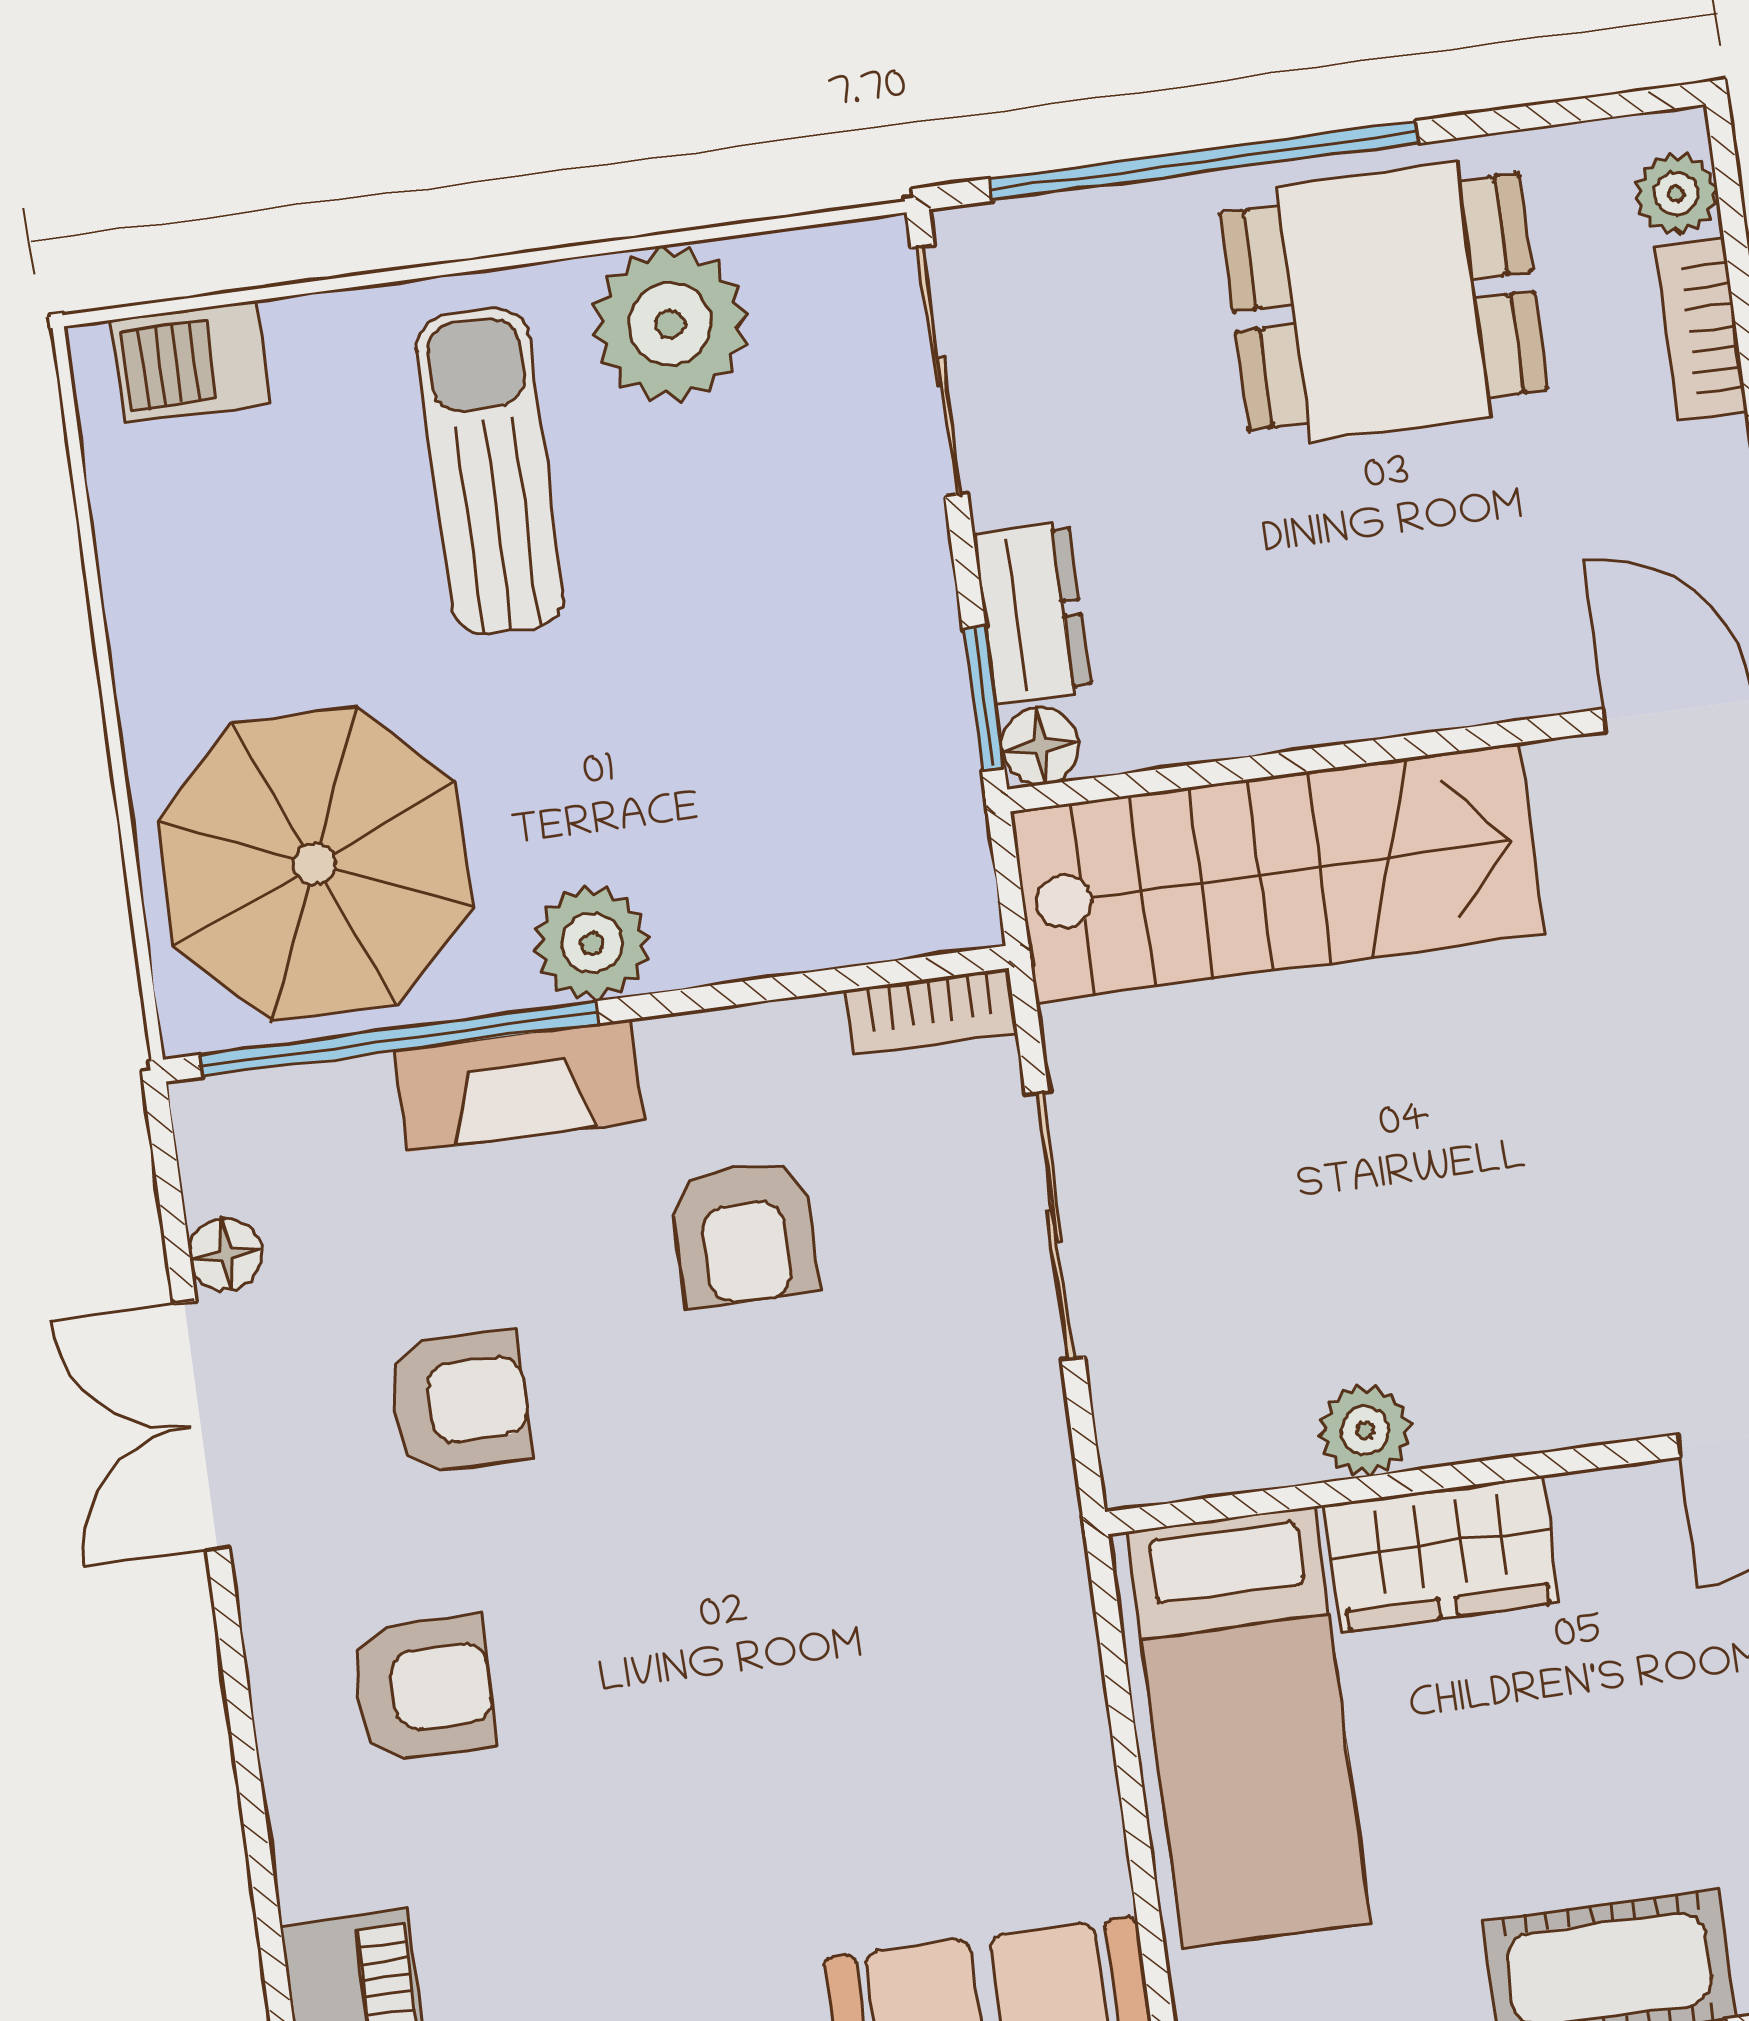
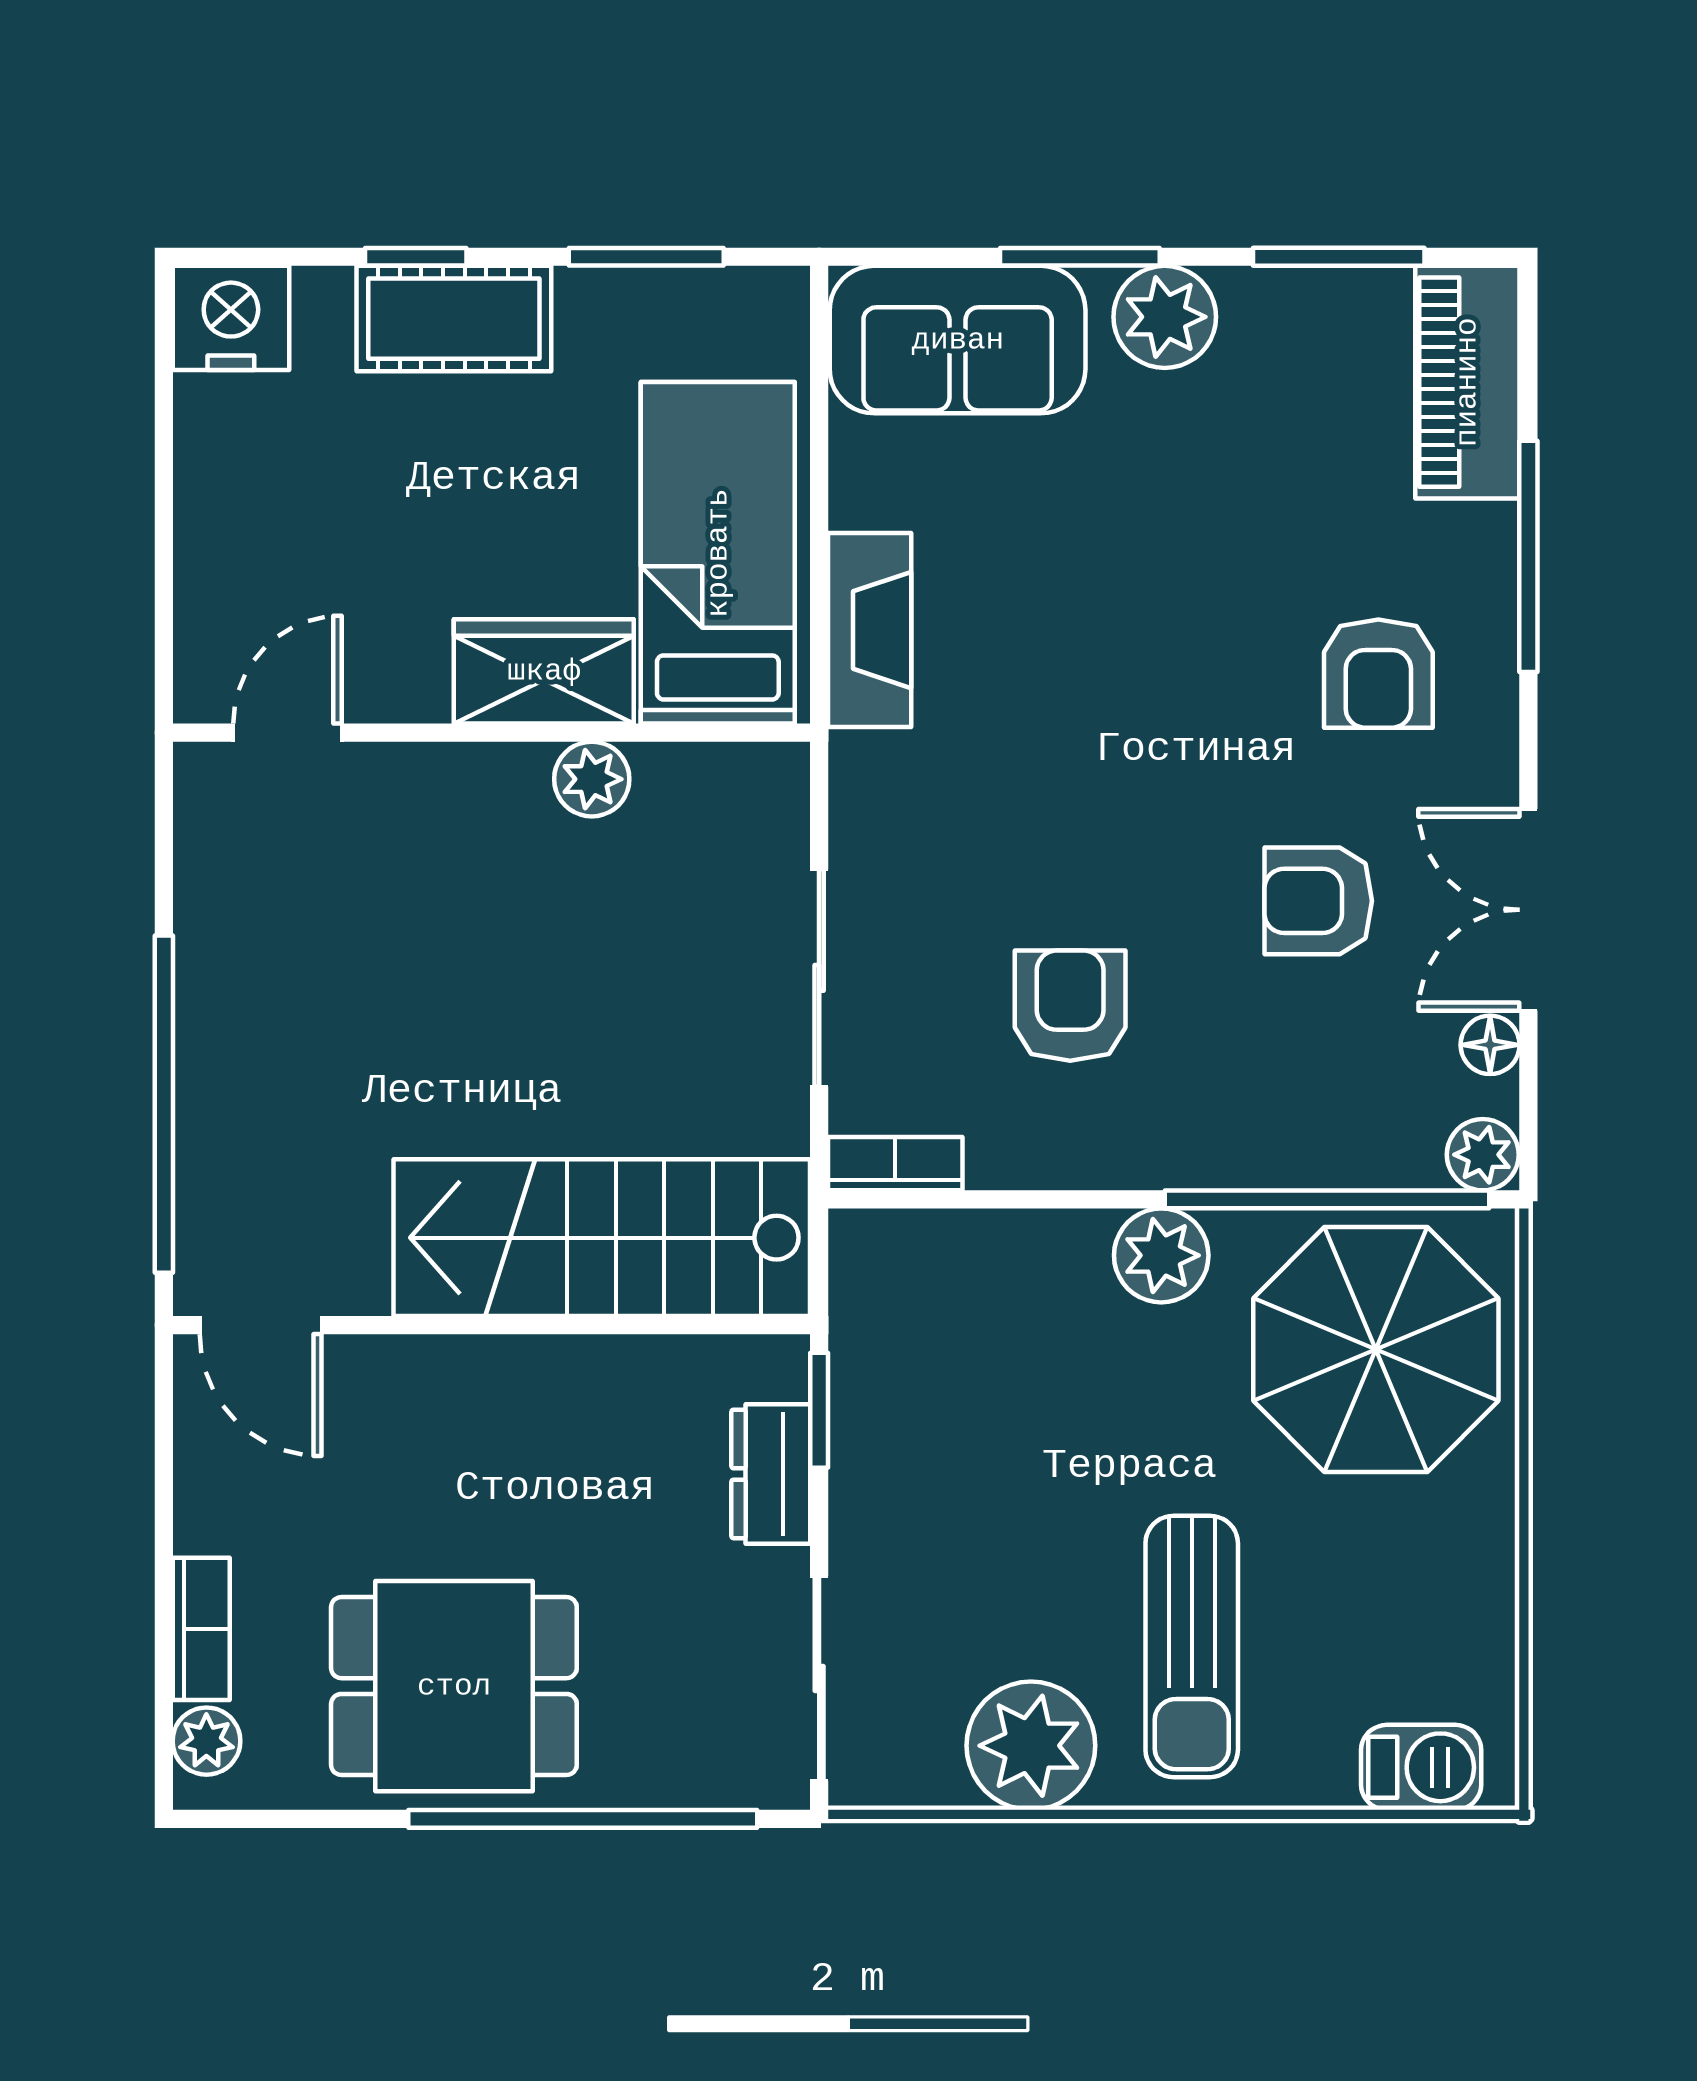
floor lamp: (1040, 746) -> (779, 1365), removed
fireplace: (519, 1085) -> (870, 630), moved, turned 90
plant: (216, 1119) -> (1483, 1155), added
double door: (201, 1426) -> (1528, 910), swing flipped
armchair: (423, 1689) -> (1378, 674), turned -90
window: (259, 1856) -> (1528, 556), added

